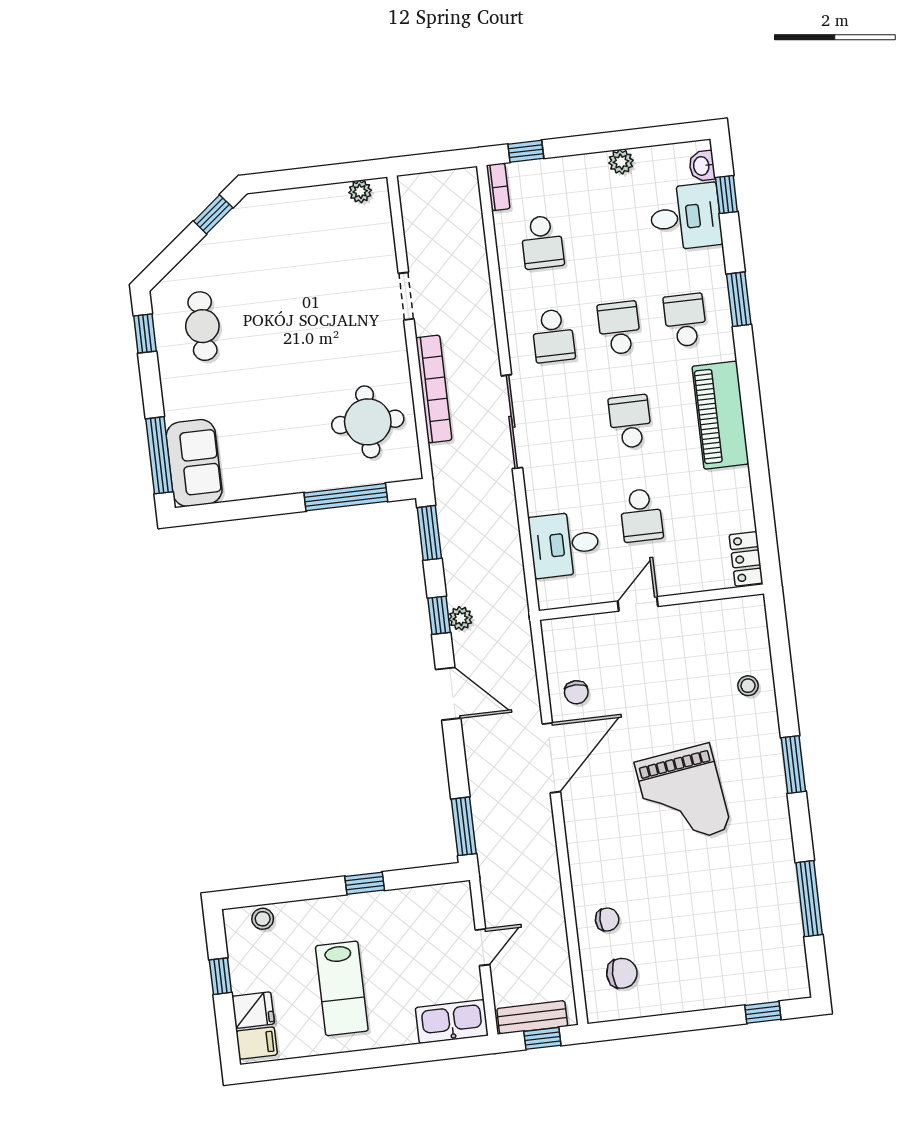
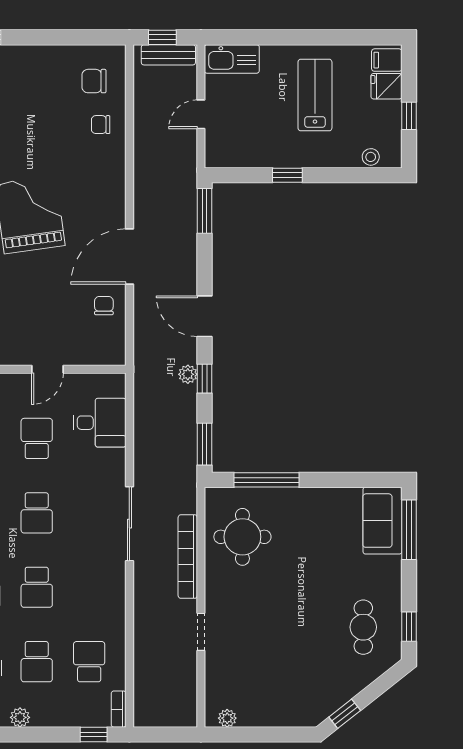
school desk: (553, 336) -> (37, 662), moved, turned 180

